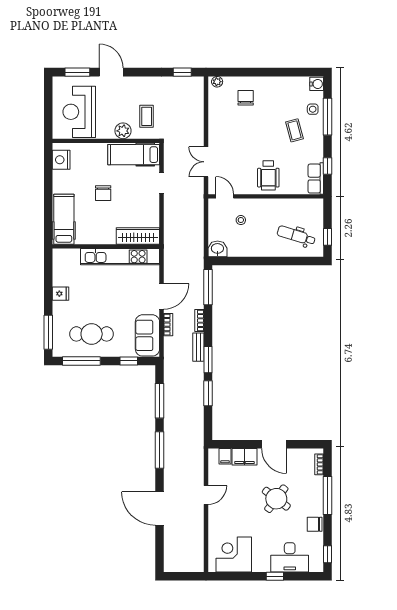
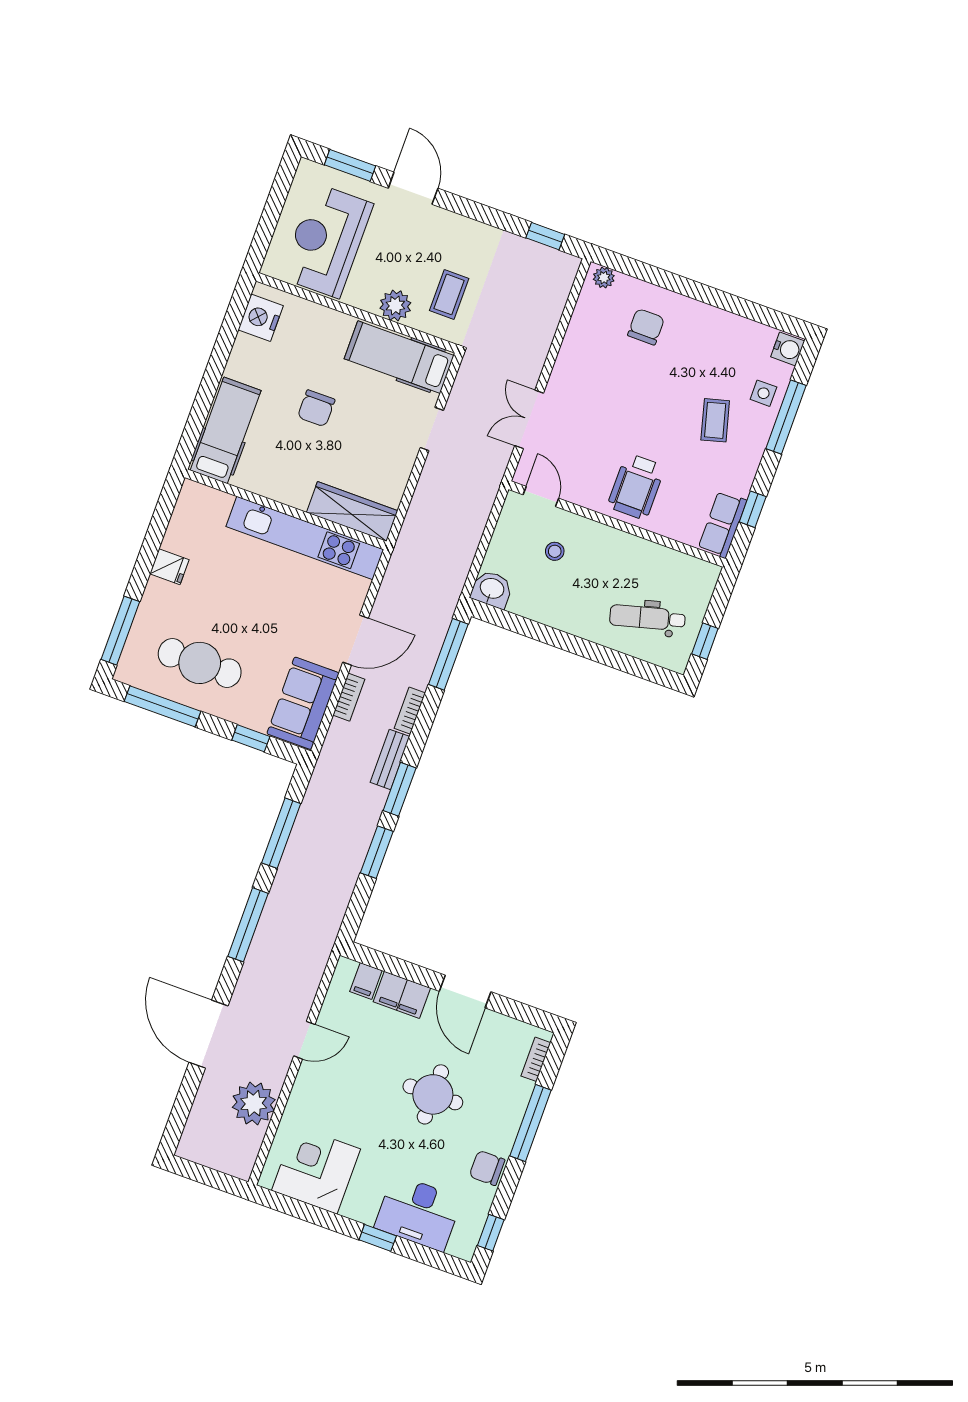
dental chair: (296, 236) -> (647, 618), turned -32
round table: (276, 499) -> (433, 1094), turned -37
plant: (193, 534) -> (254, 1103), added

